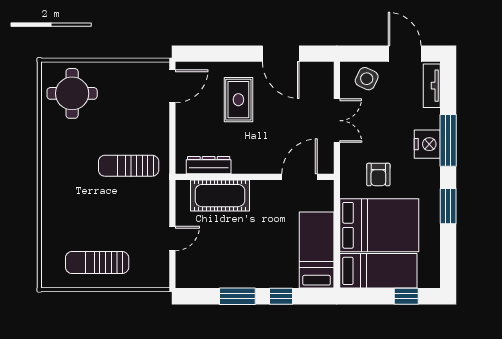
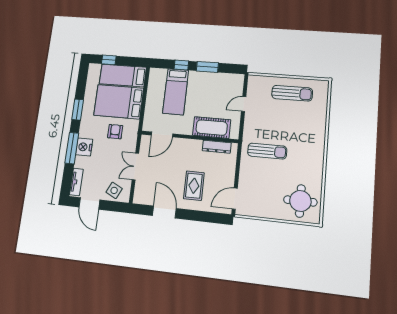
bed: (317, 250) -> (176, 92), moved

